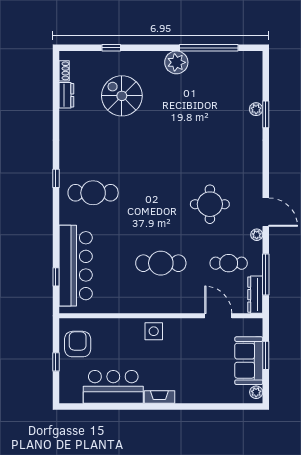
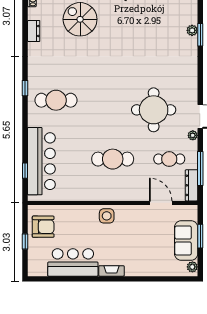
dresser: (66, 95) -> (34, 31), moved
round table: (210, 204) -> (154, 110), width x1.36, depth x1.36
armchair: (78, 344) -> (43, 227), turned 90

